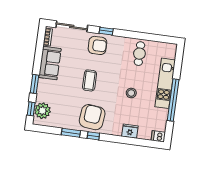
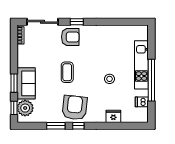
cafe table: (139, 54) -> (112, 39), removed
sofa: (50, 63) -> (26, 83), moved
dishwasher: (158, 136) -> (142, 102), moved

